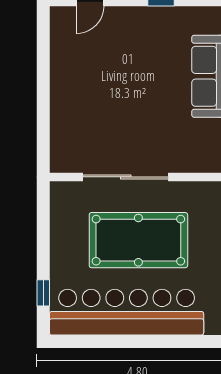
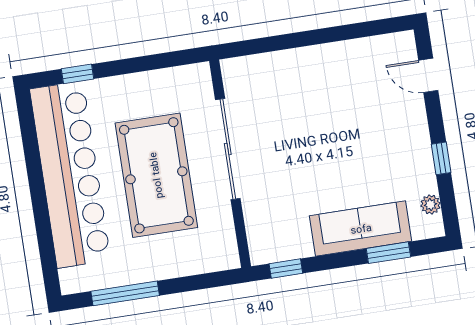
plant: (198, 15) -> (430, 205), added

